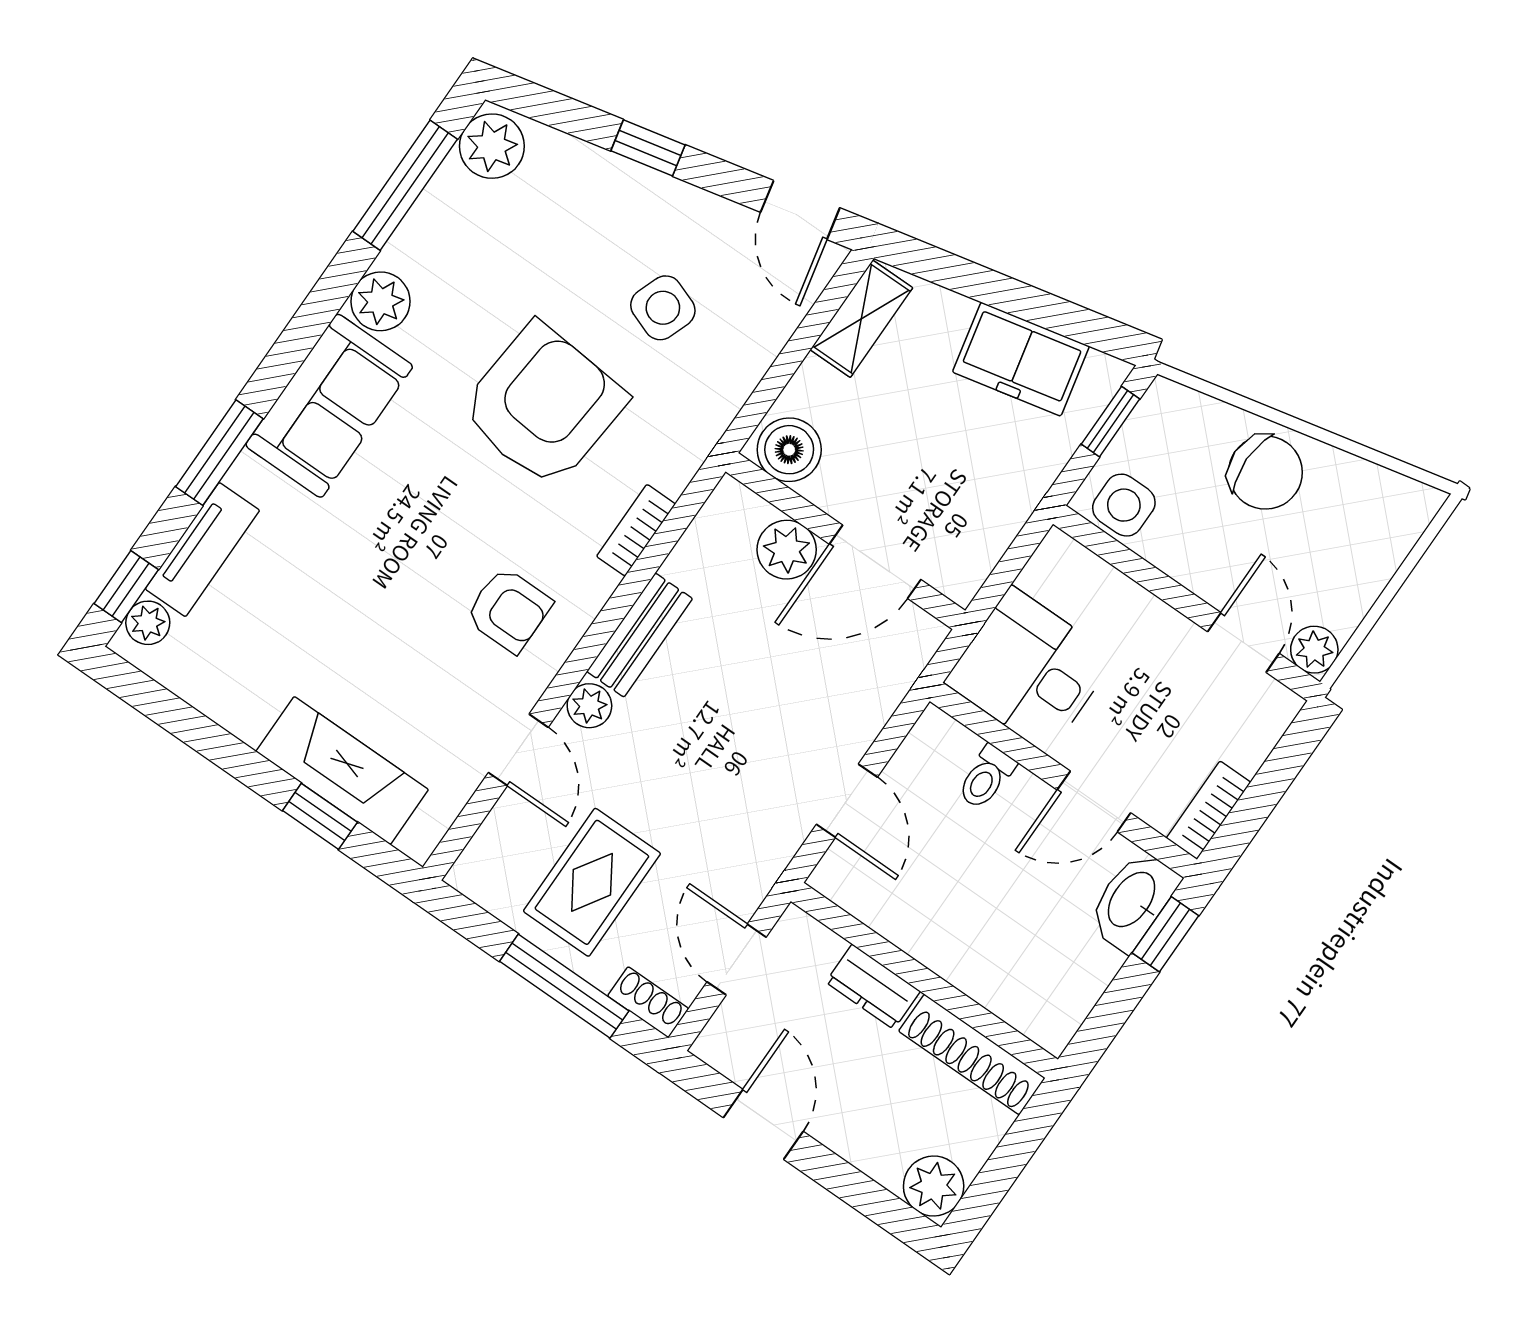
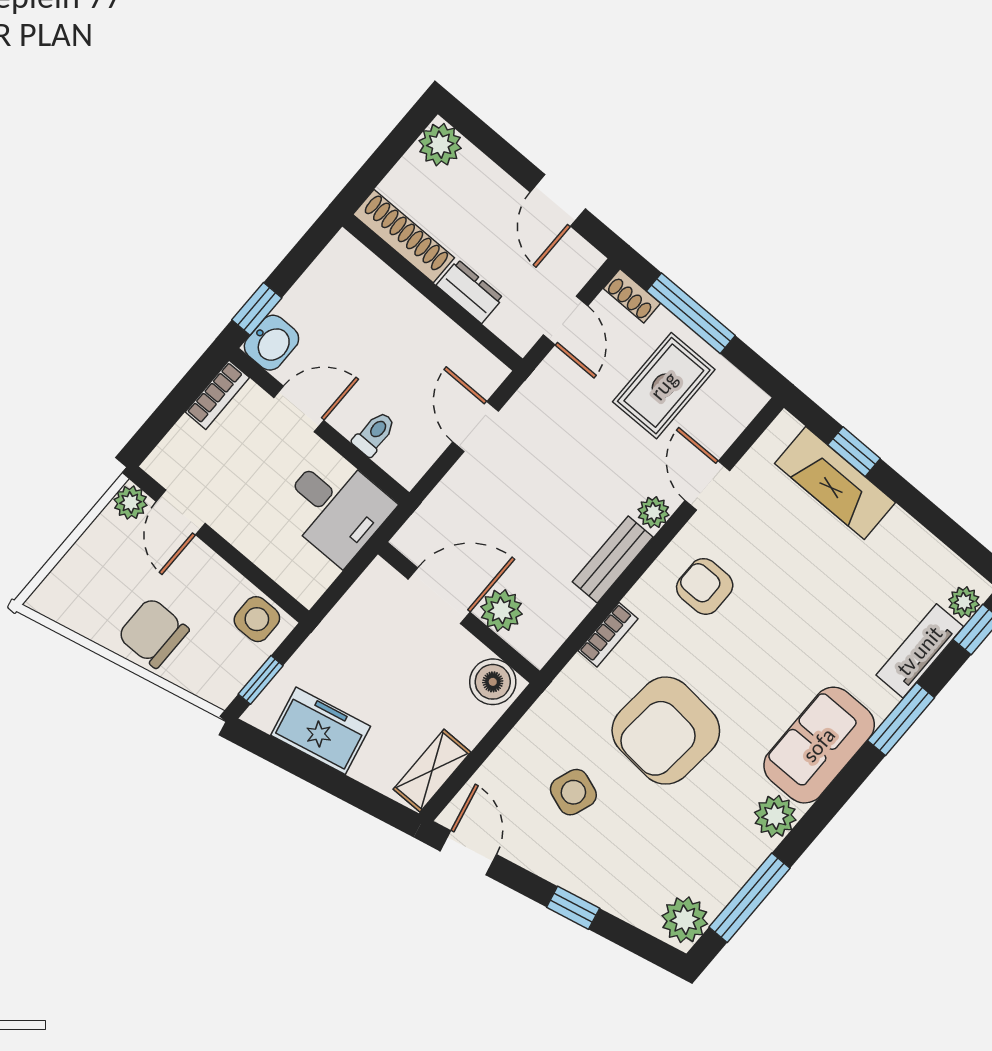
washbasin: (1133, 900) -> (271, 343), width x0.72

